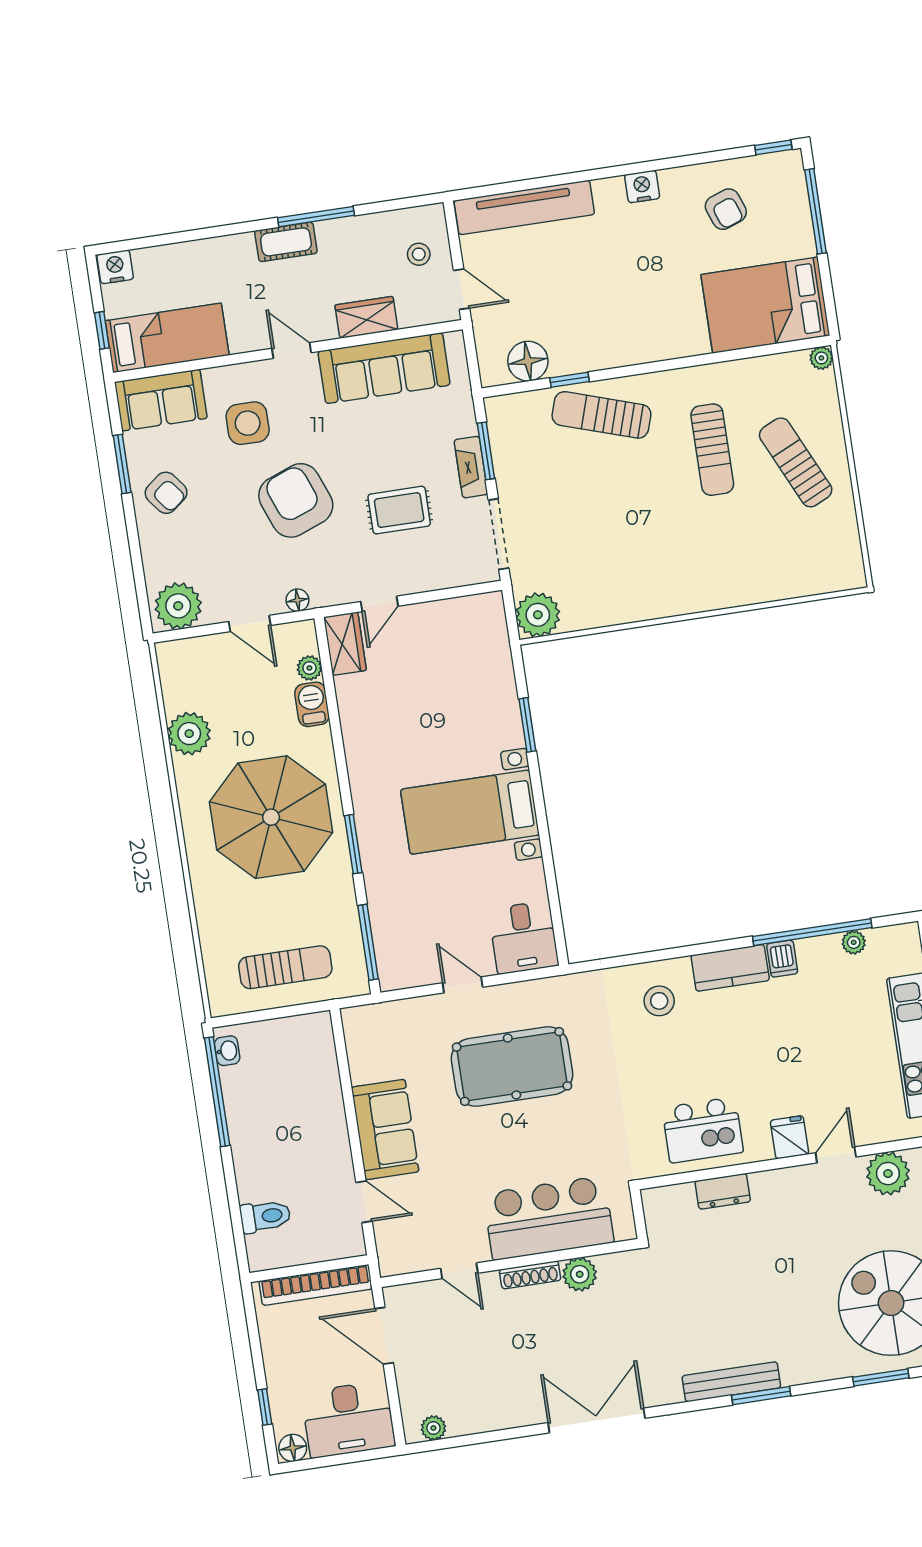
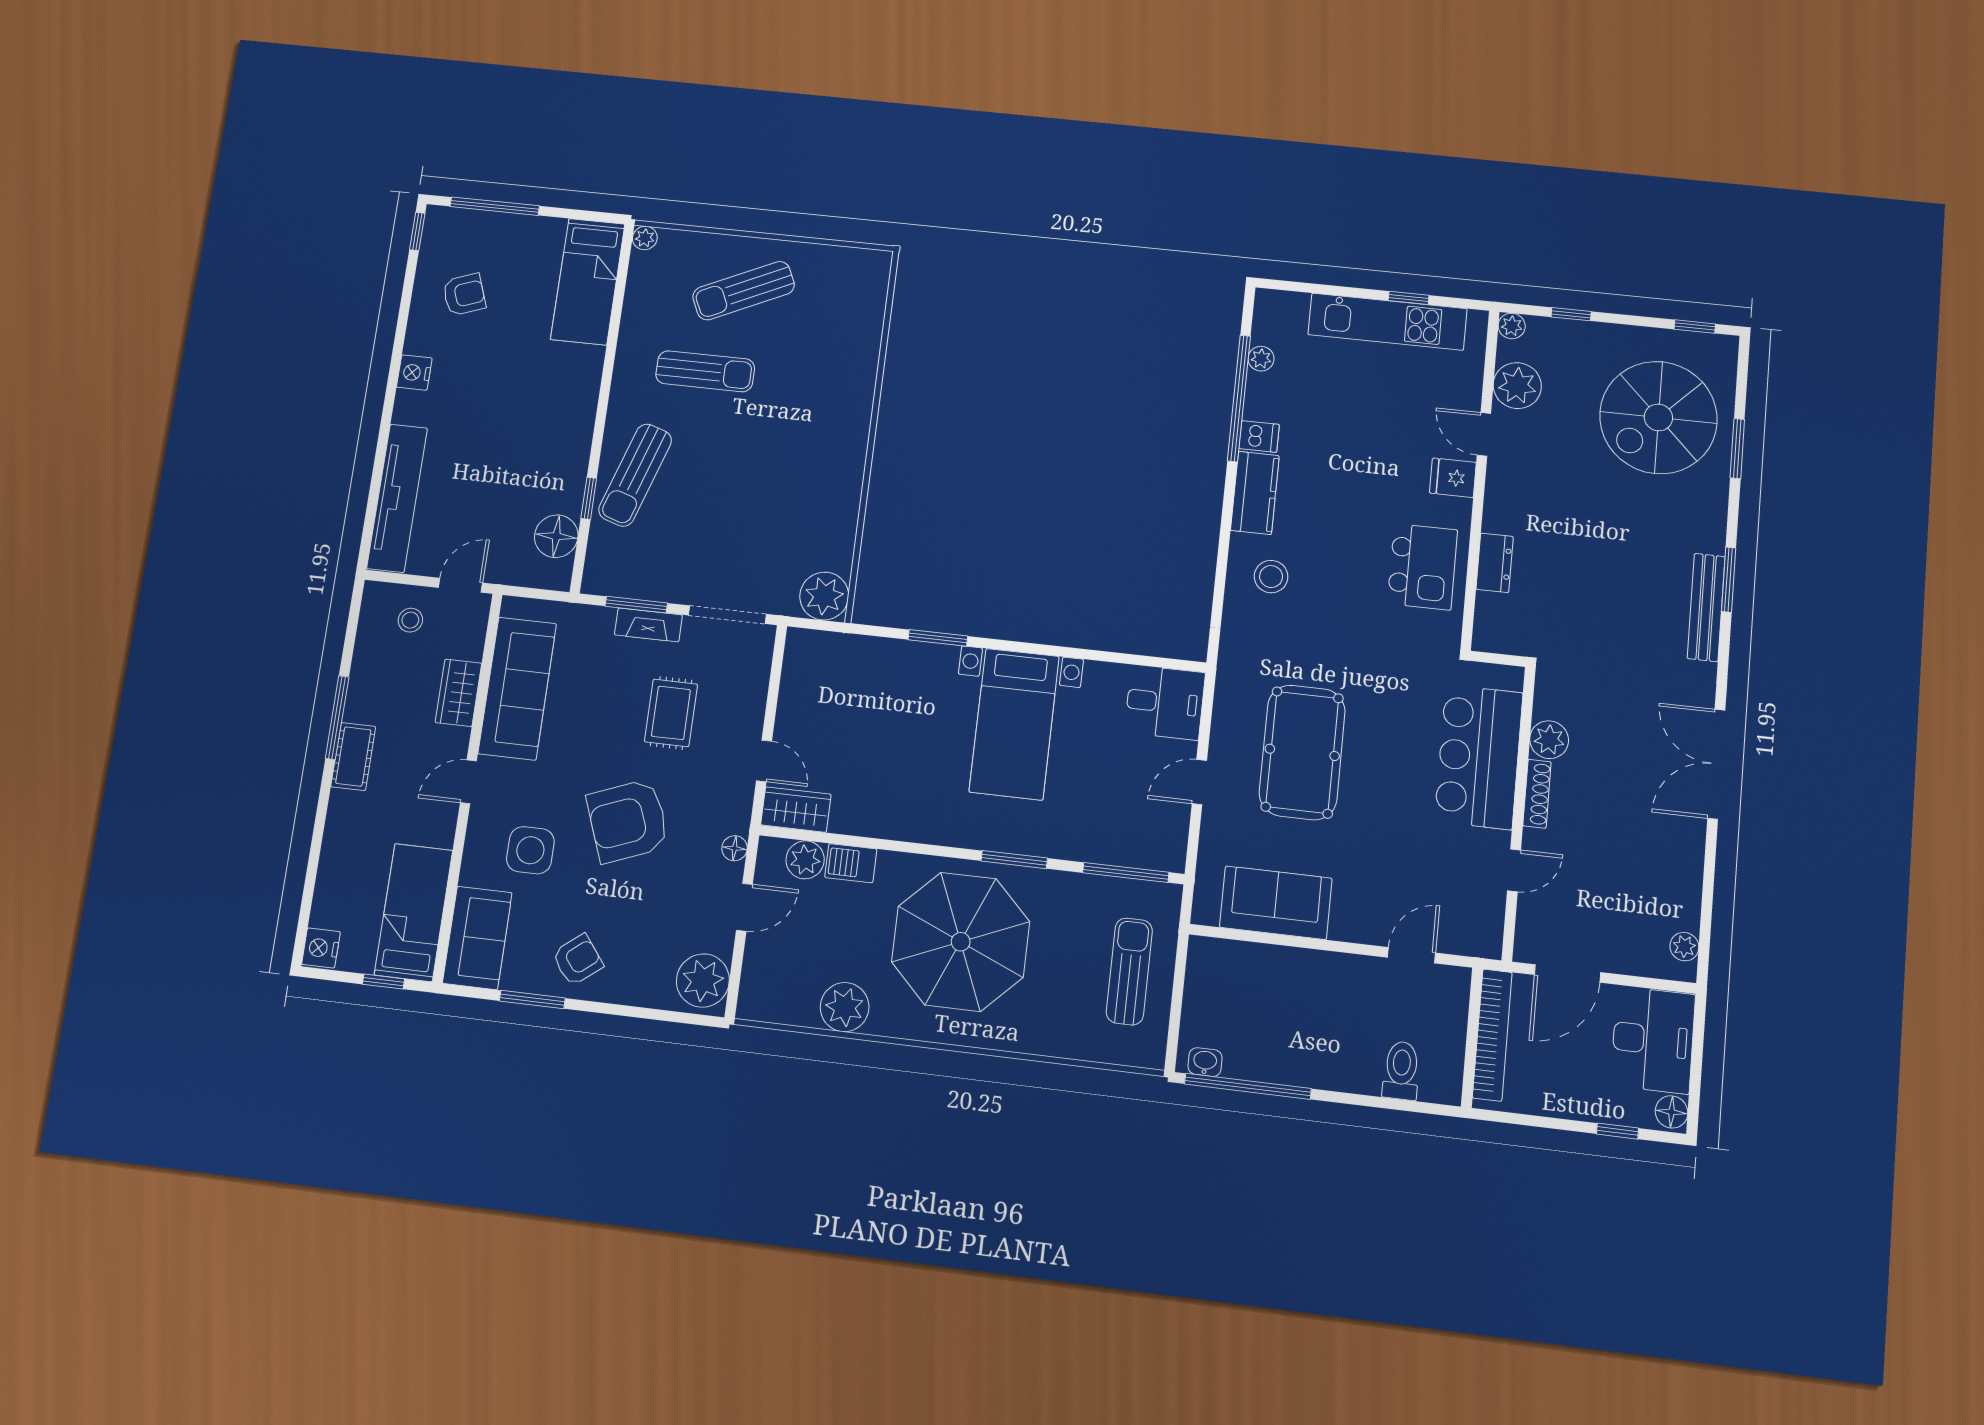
bed: (765, 305) -> (588, 282), width x0.67
plant: (309, 668) -> (805, 860), width x1.38, depth x1.38
sofa: (385, 1129) -> (1276, 903), moved

